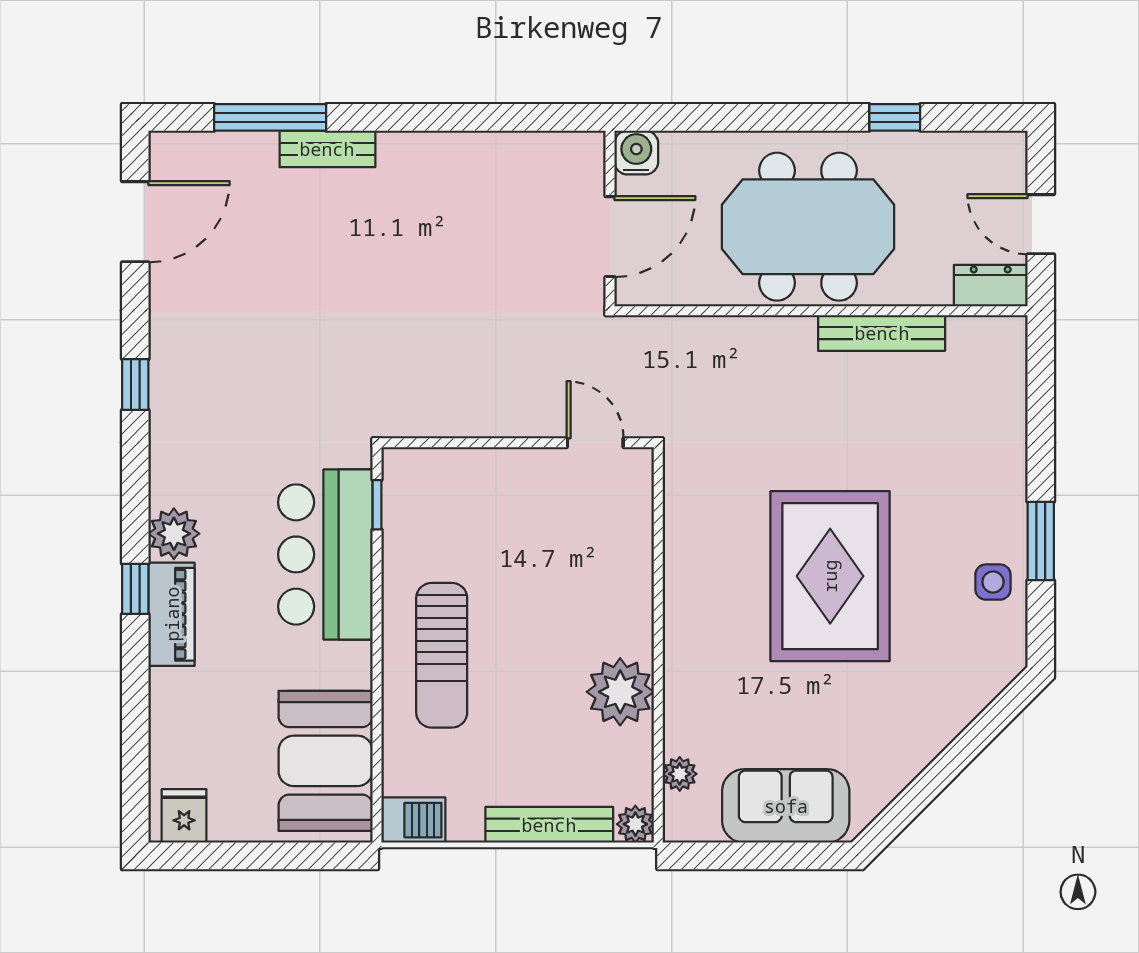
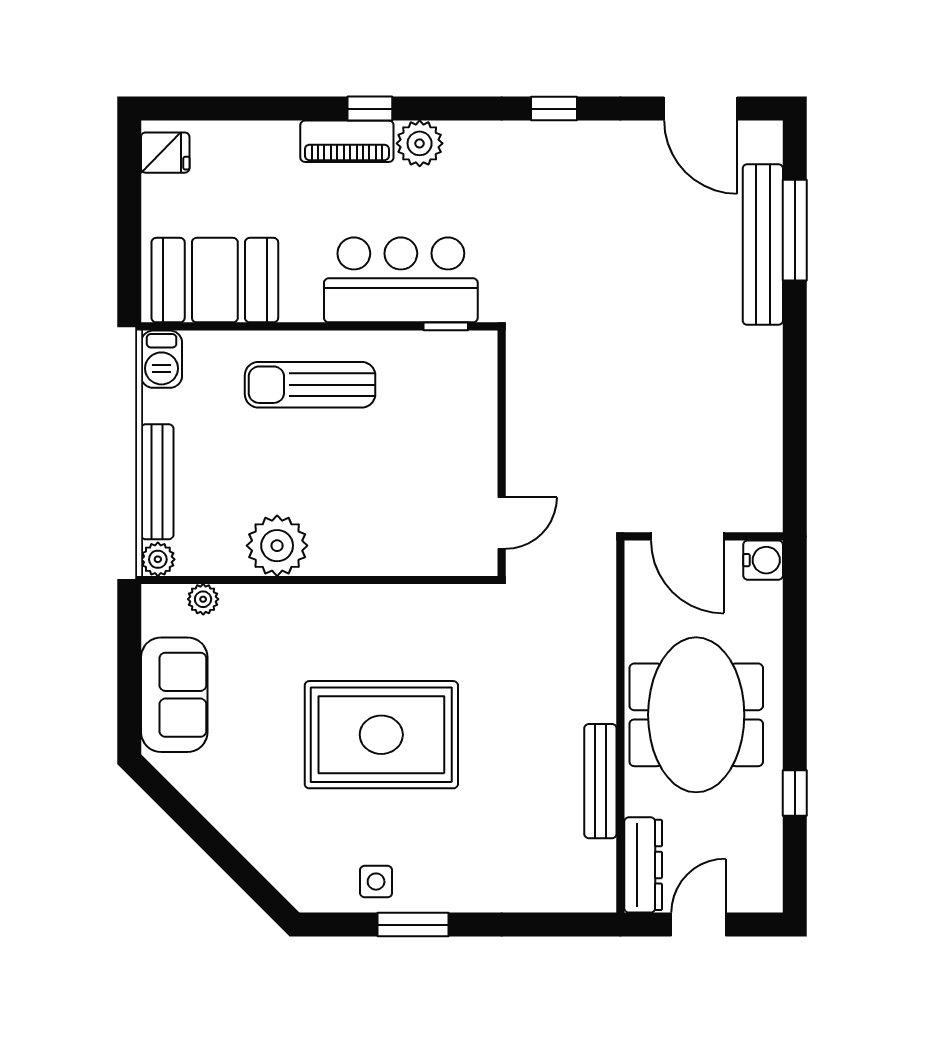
bench: (327, 149) -> (763, 245), width x1.86, depth x1.21
dresser: (991, 286) -> (643, 865), width x1.44

